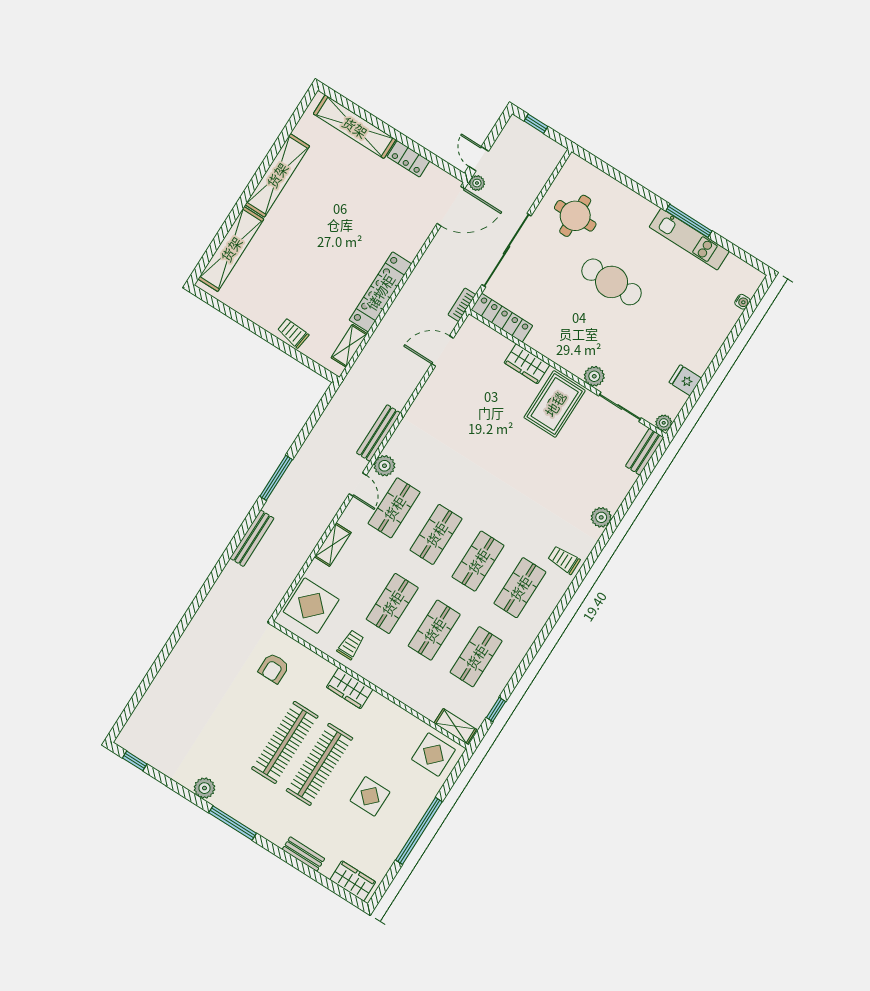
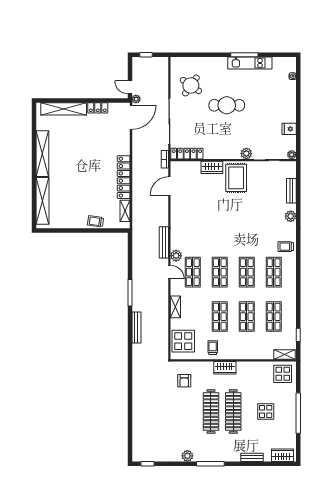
round table: (575, 216) -> (191, 85), turned 35
bench: (645, 452) -> (291, 191), moved

